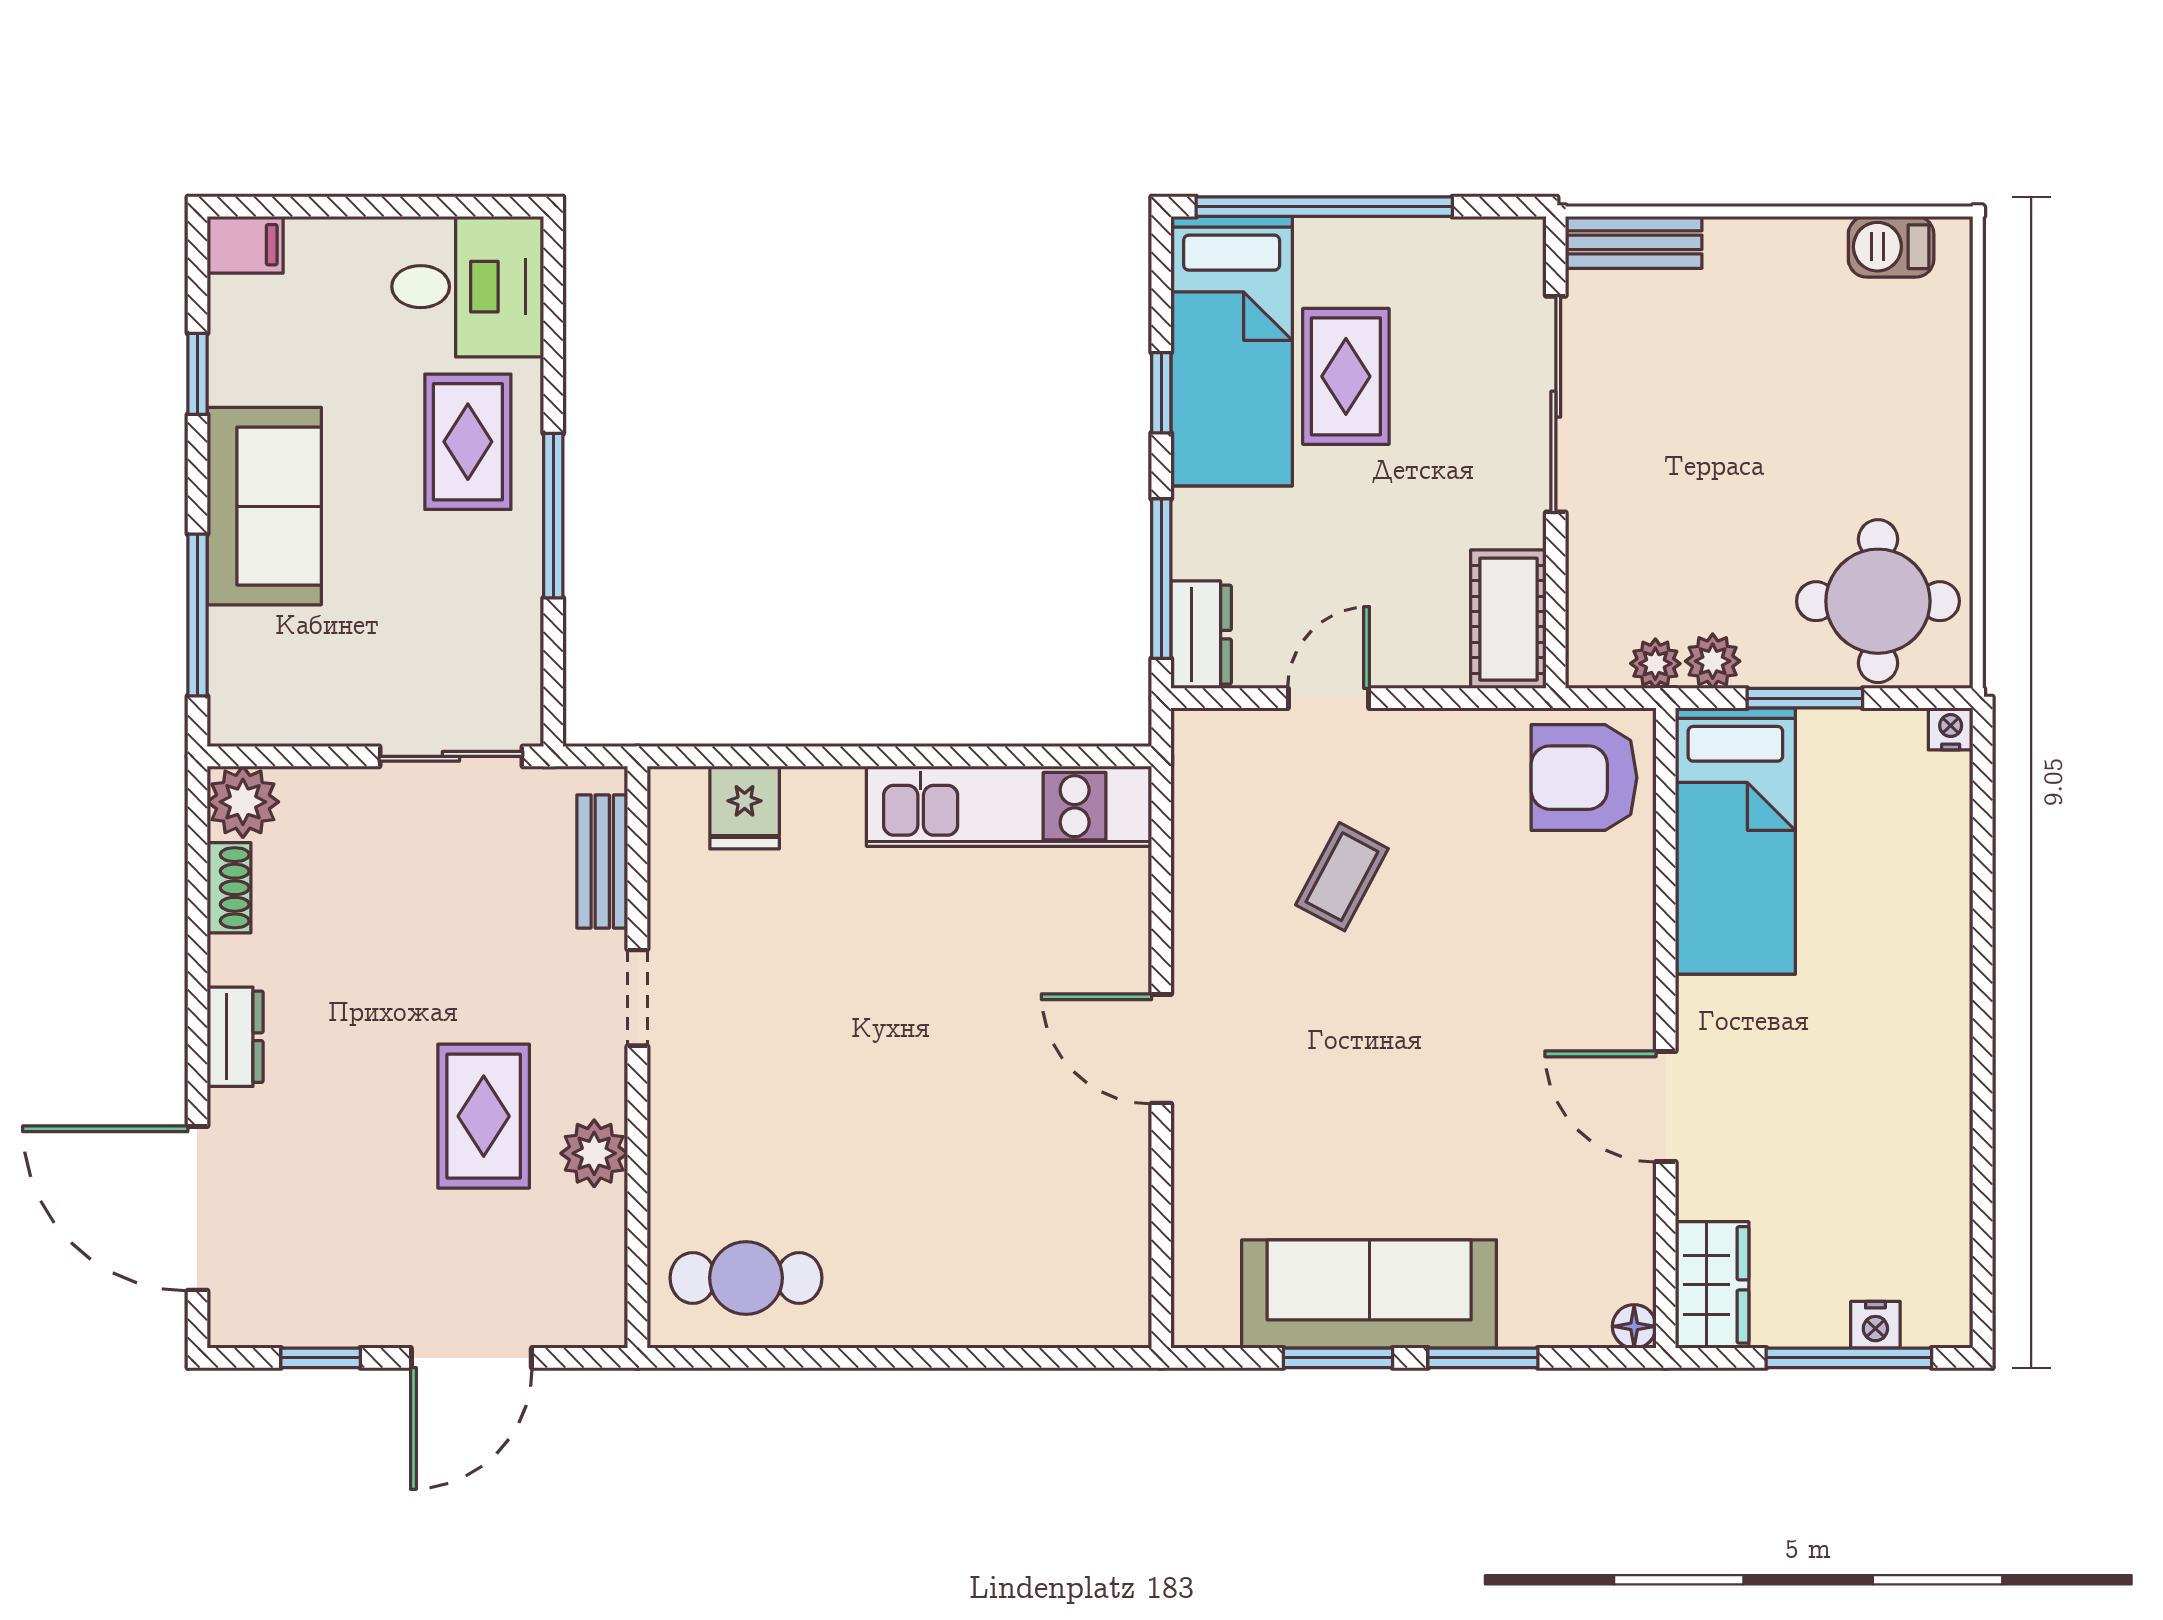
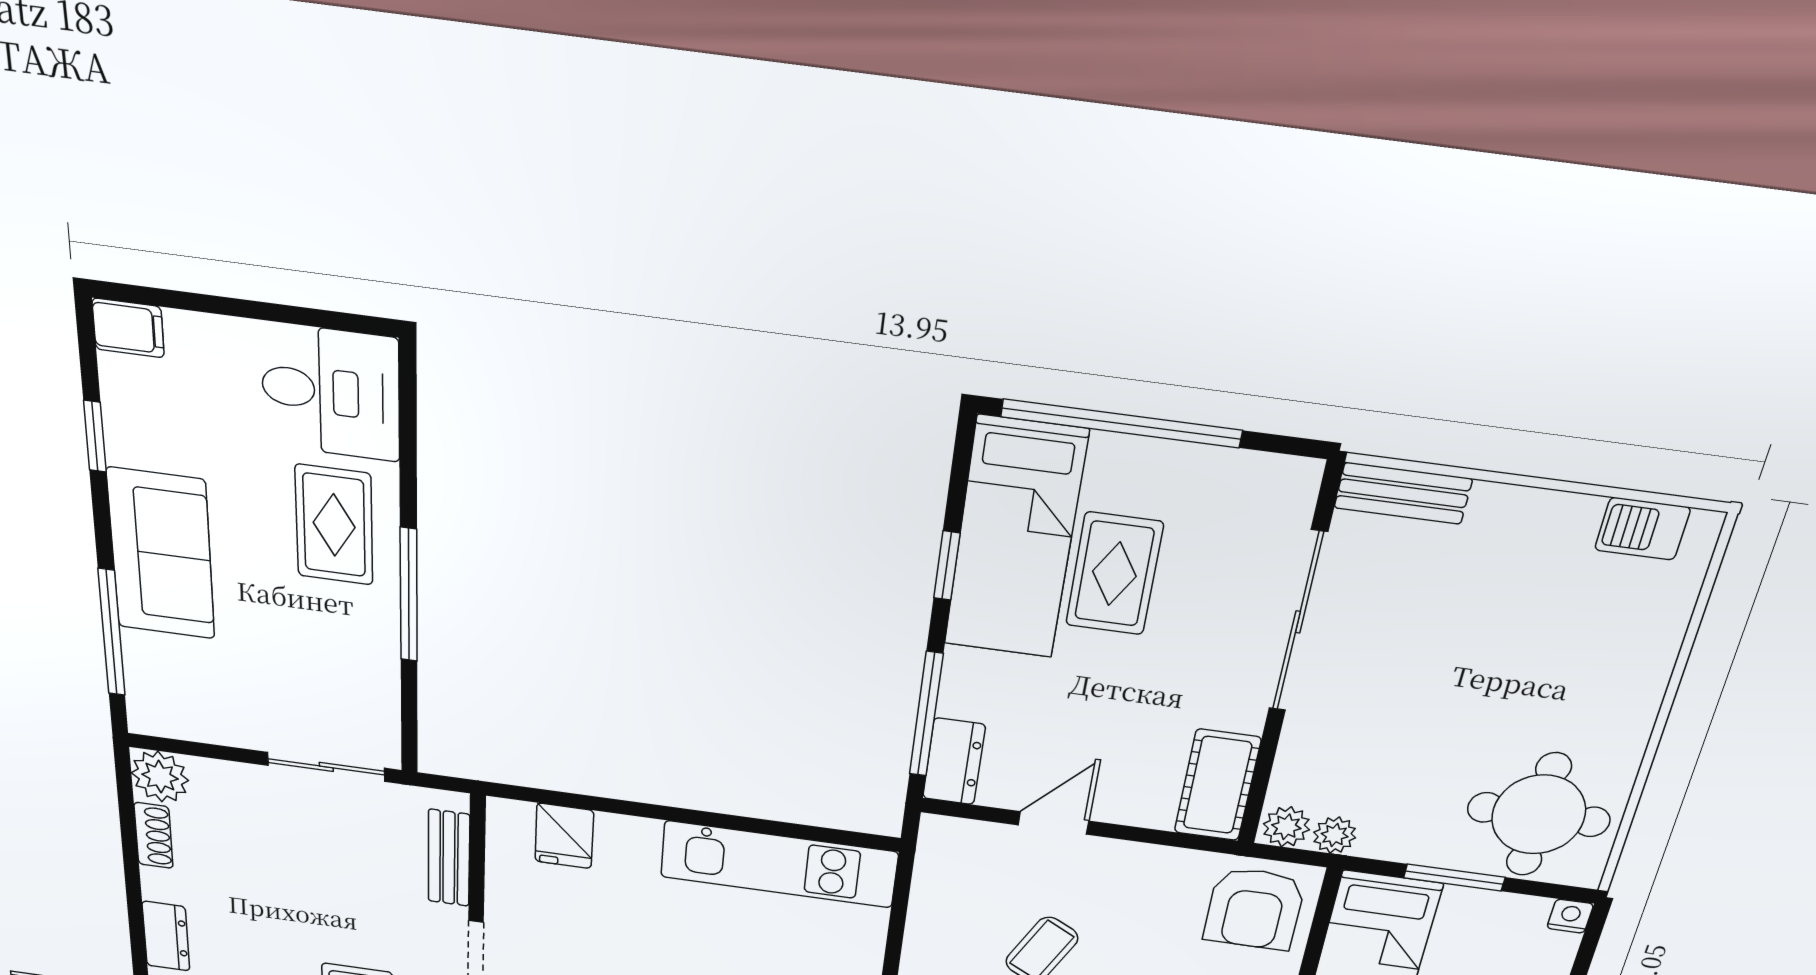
plant: (1713, 661) -> (1286, 827), moved
armchair: (1584, 778) -> (1254, 909), turned -90

